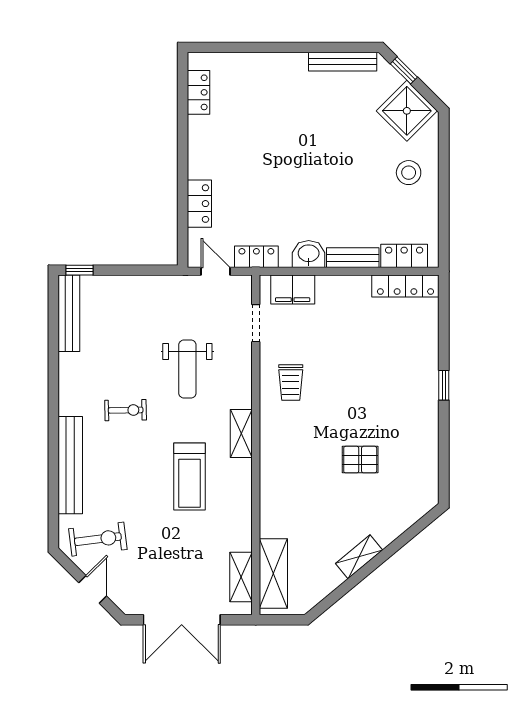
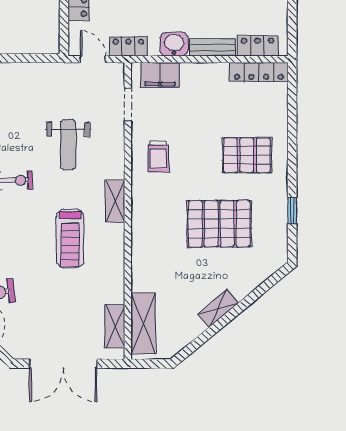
pallet: (392, 381) -> (247, 155), added
window: (444, 385) -> (292, 211), moved
pallet: (360, 460) -> (219, 224), width x2.05, depth x2.00

